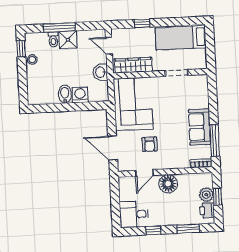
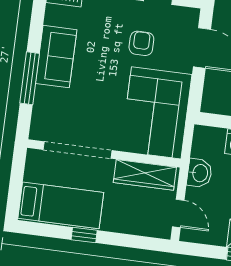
window: (142, 23) -> (84, 235), moved
doorway: (177, 73) -> (78, 150), width x1.88
window: (215, 140) -> (30, 78), moved

